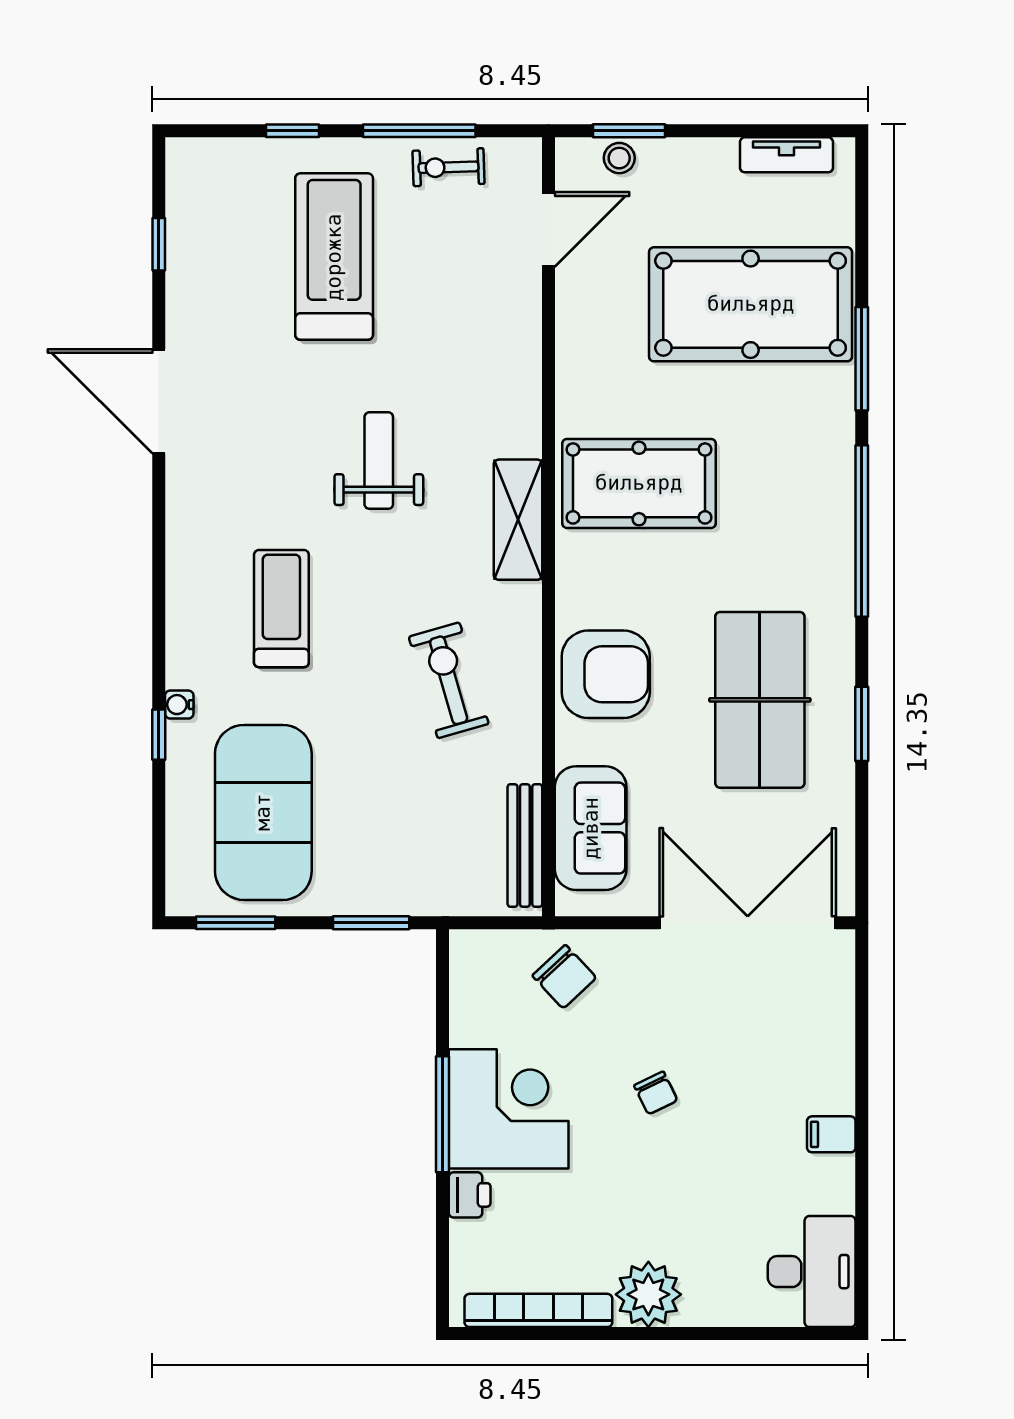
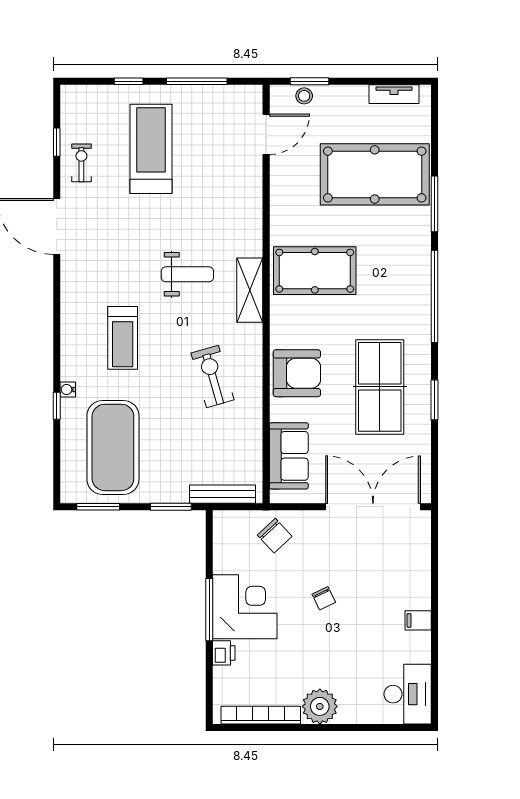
exercise bike: (448, 167) -> (81, 163), moved, turned 92
weight bench: (379, 461) -> (187, 274), moved, turned 90
treadmill: (281, 609) -> (123, 338), turned 180
bench: (525, 845) -> (223, 494), moved, turned 90

